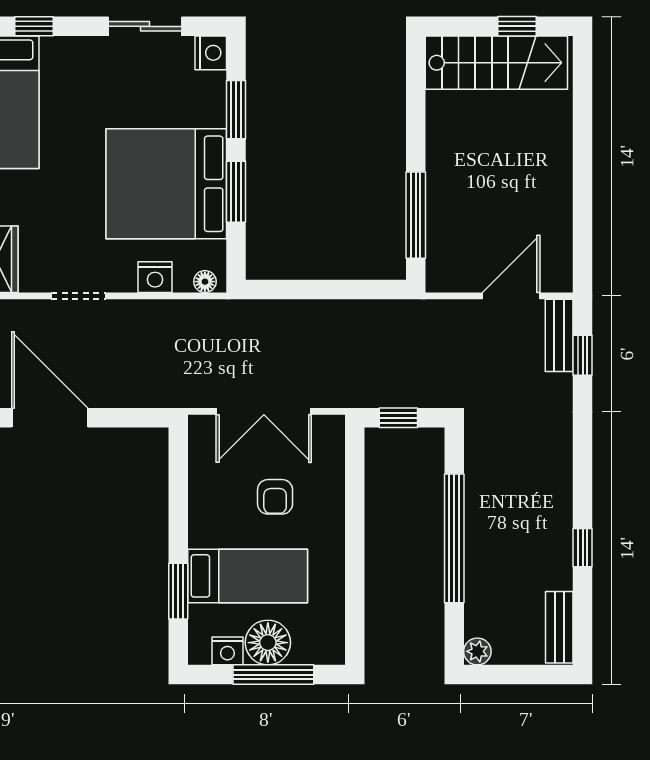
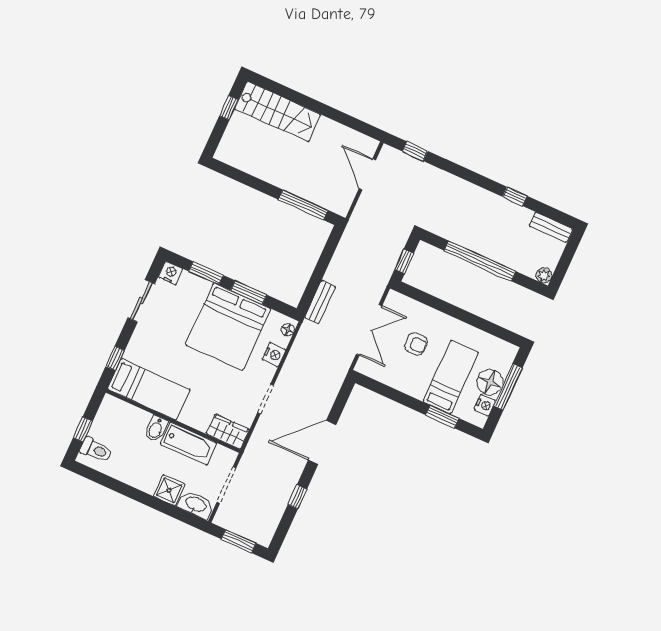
stairs: (496, 63) -> (278, 112), moved, turned 90
bench: (559, 335) -> (320, 302), moved, turned 90

